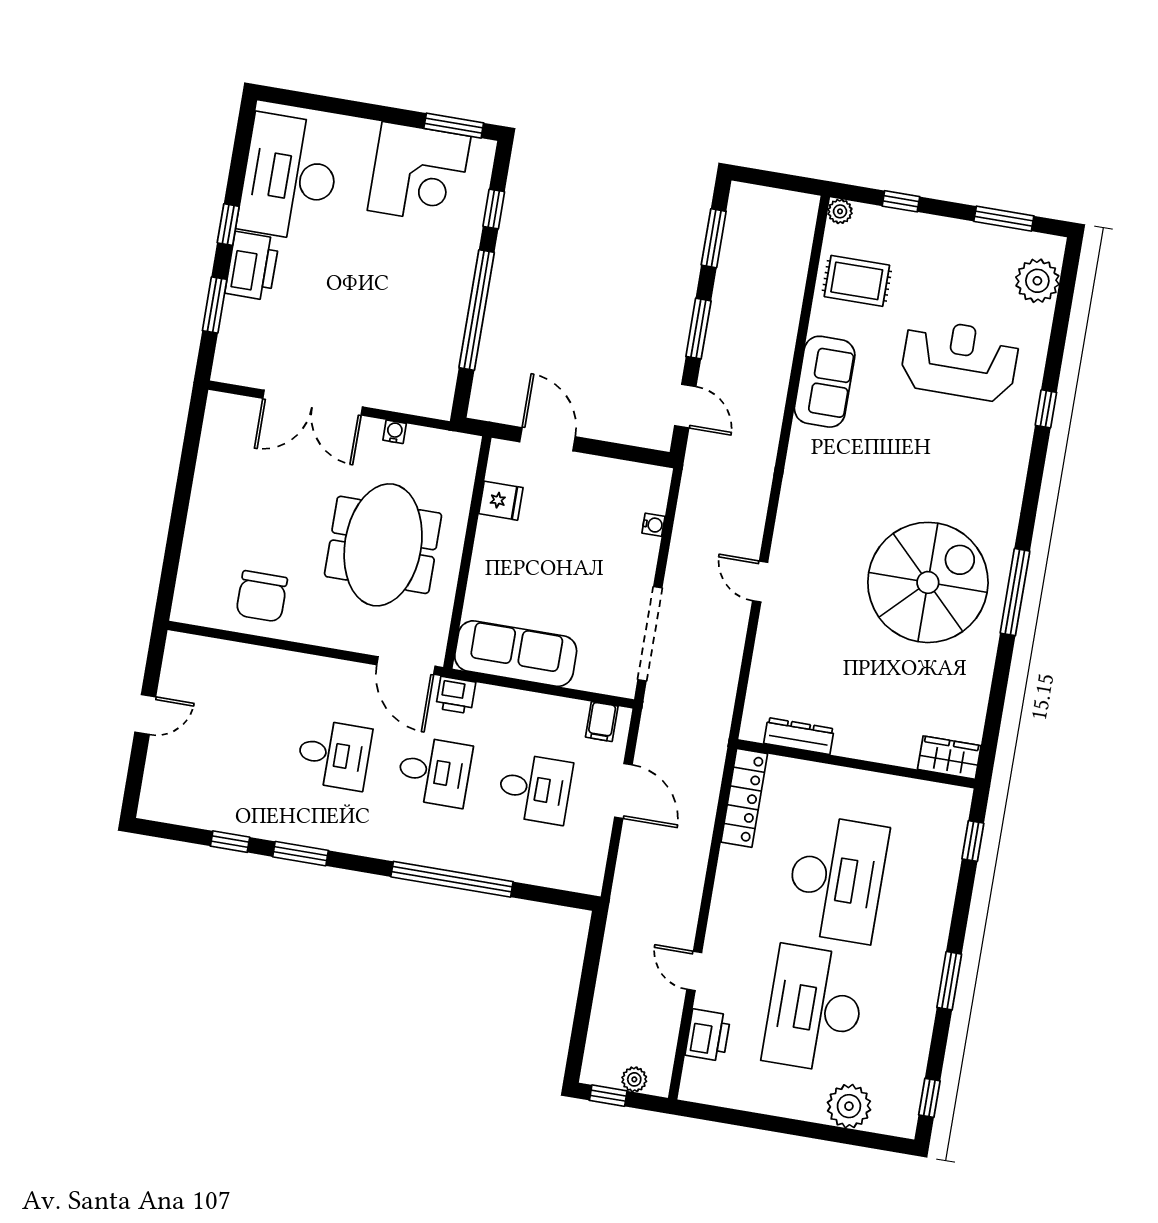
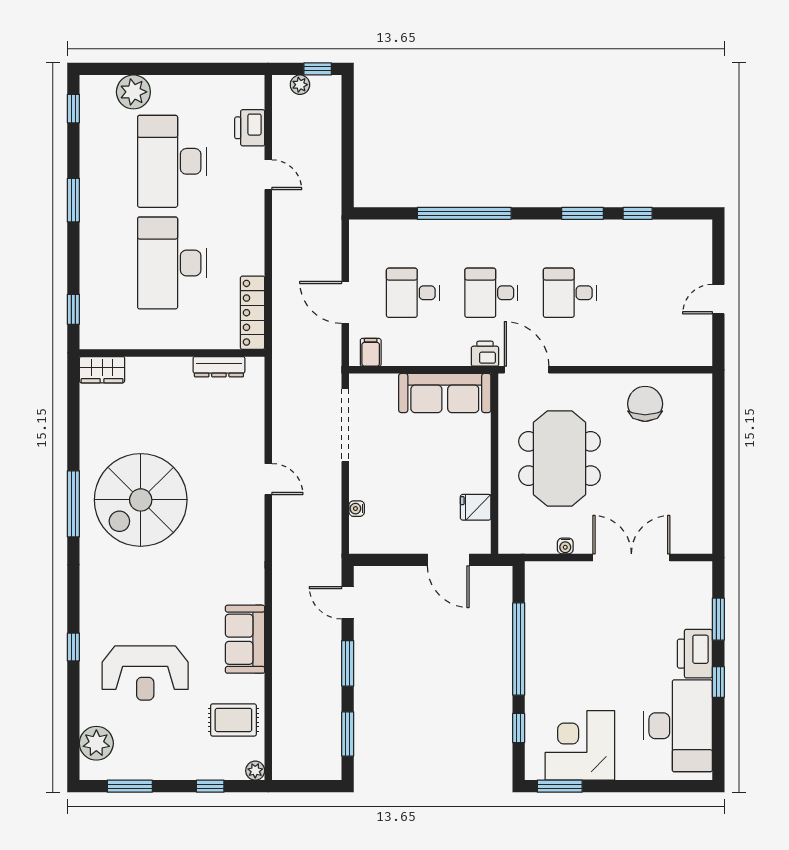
desk: (815, 1009) -> (172, 161), turned 180

